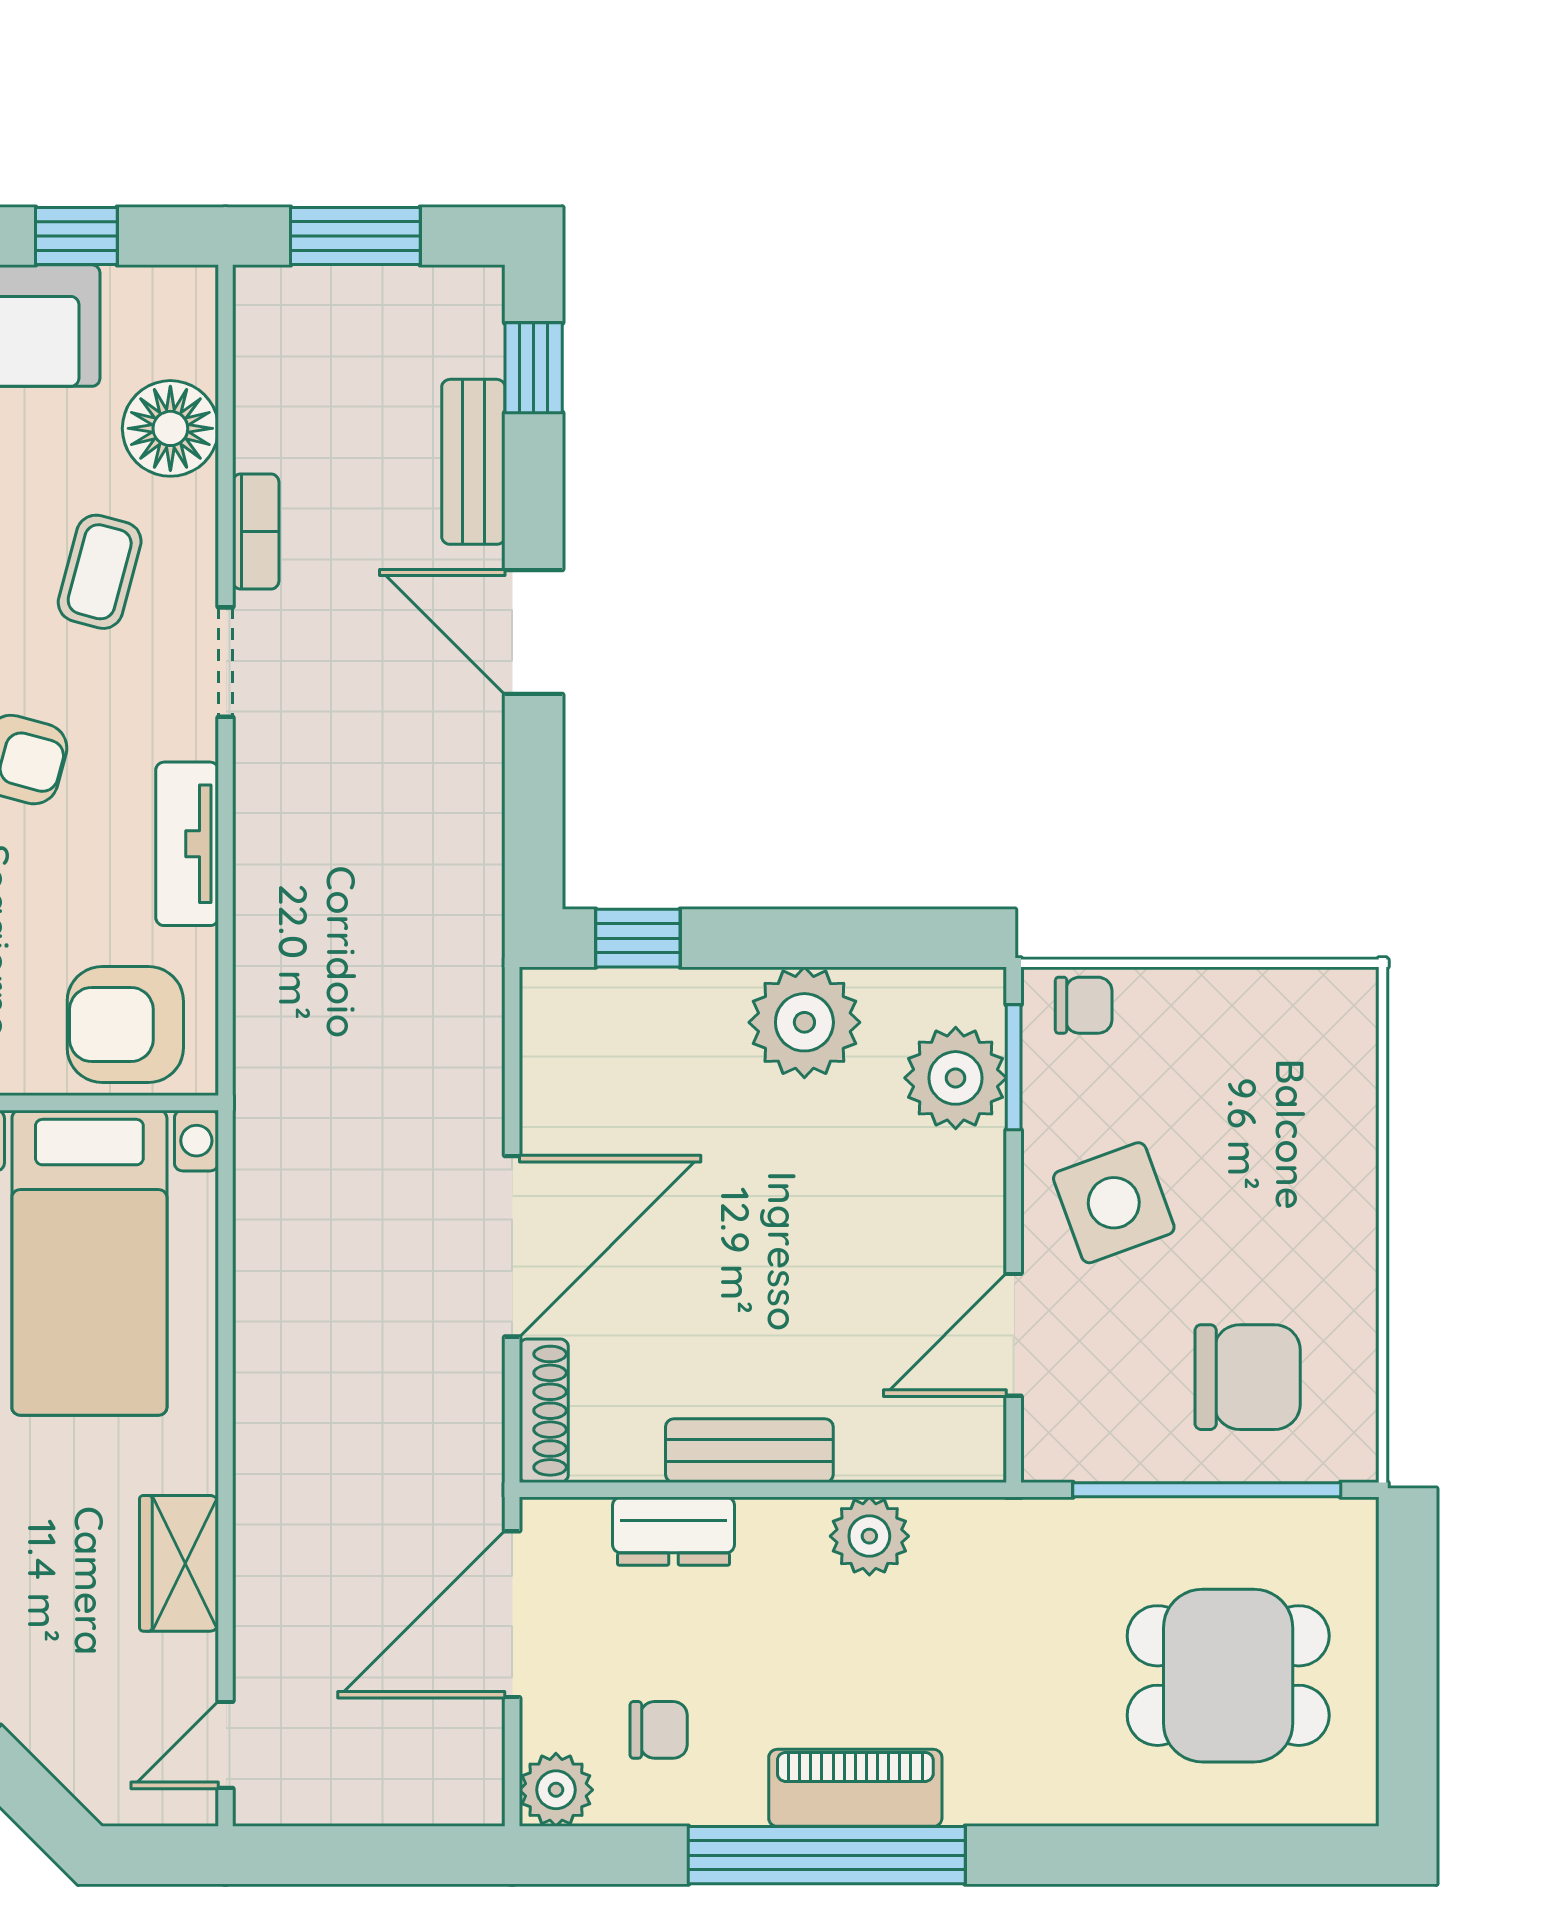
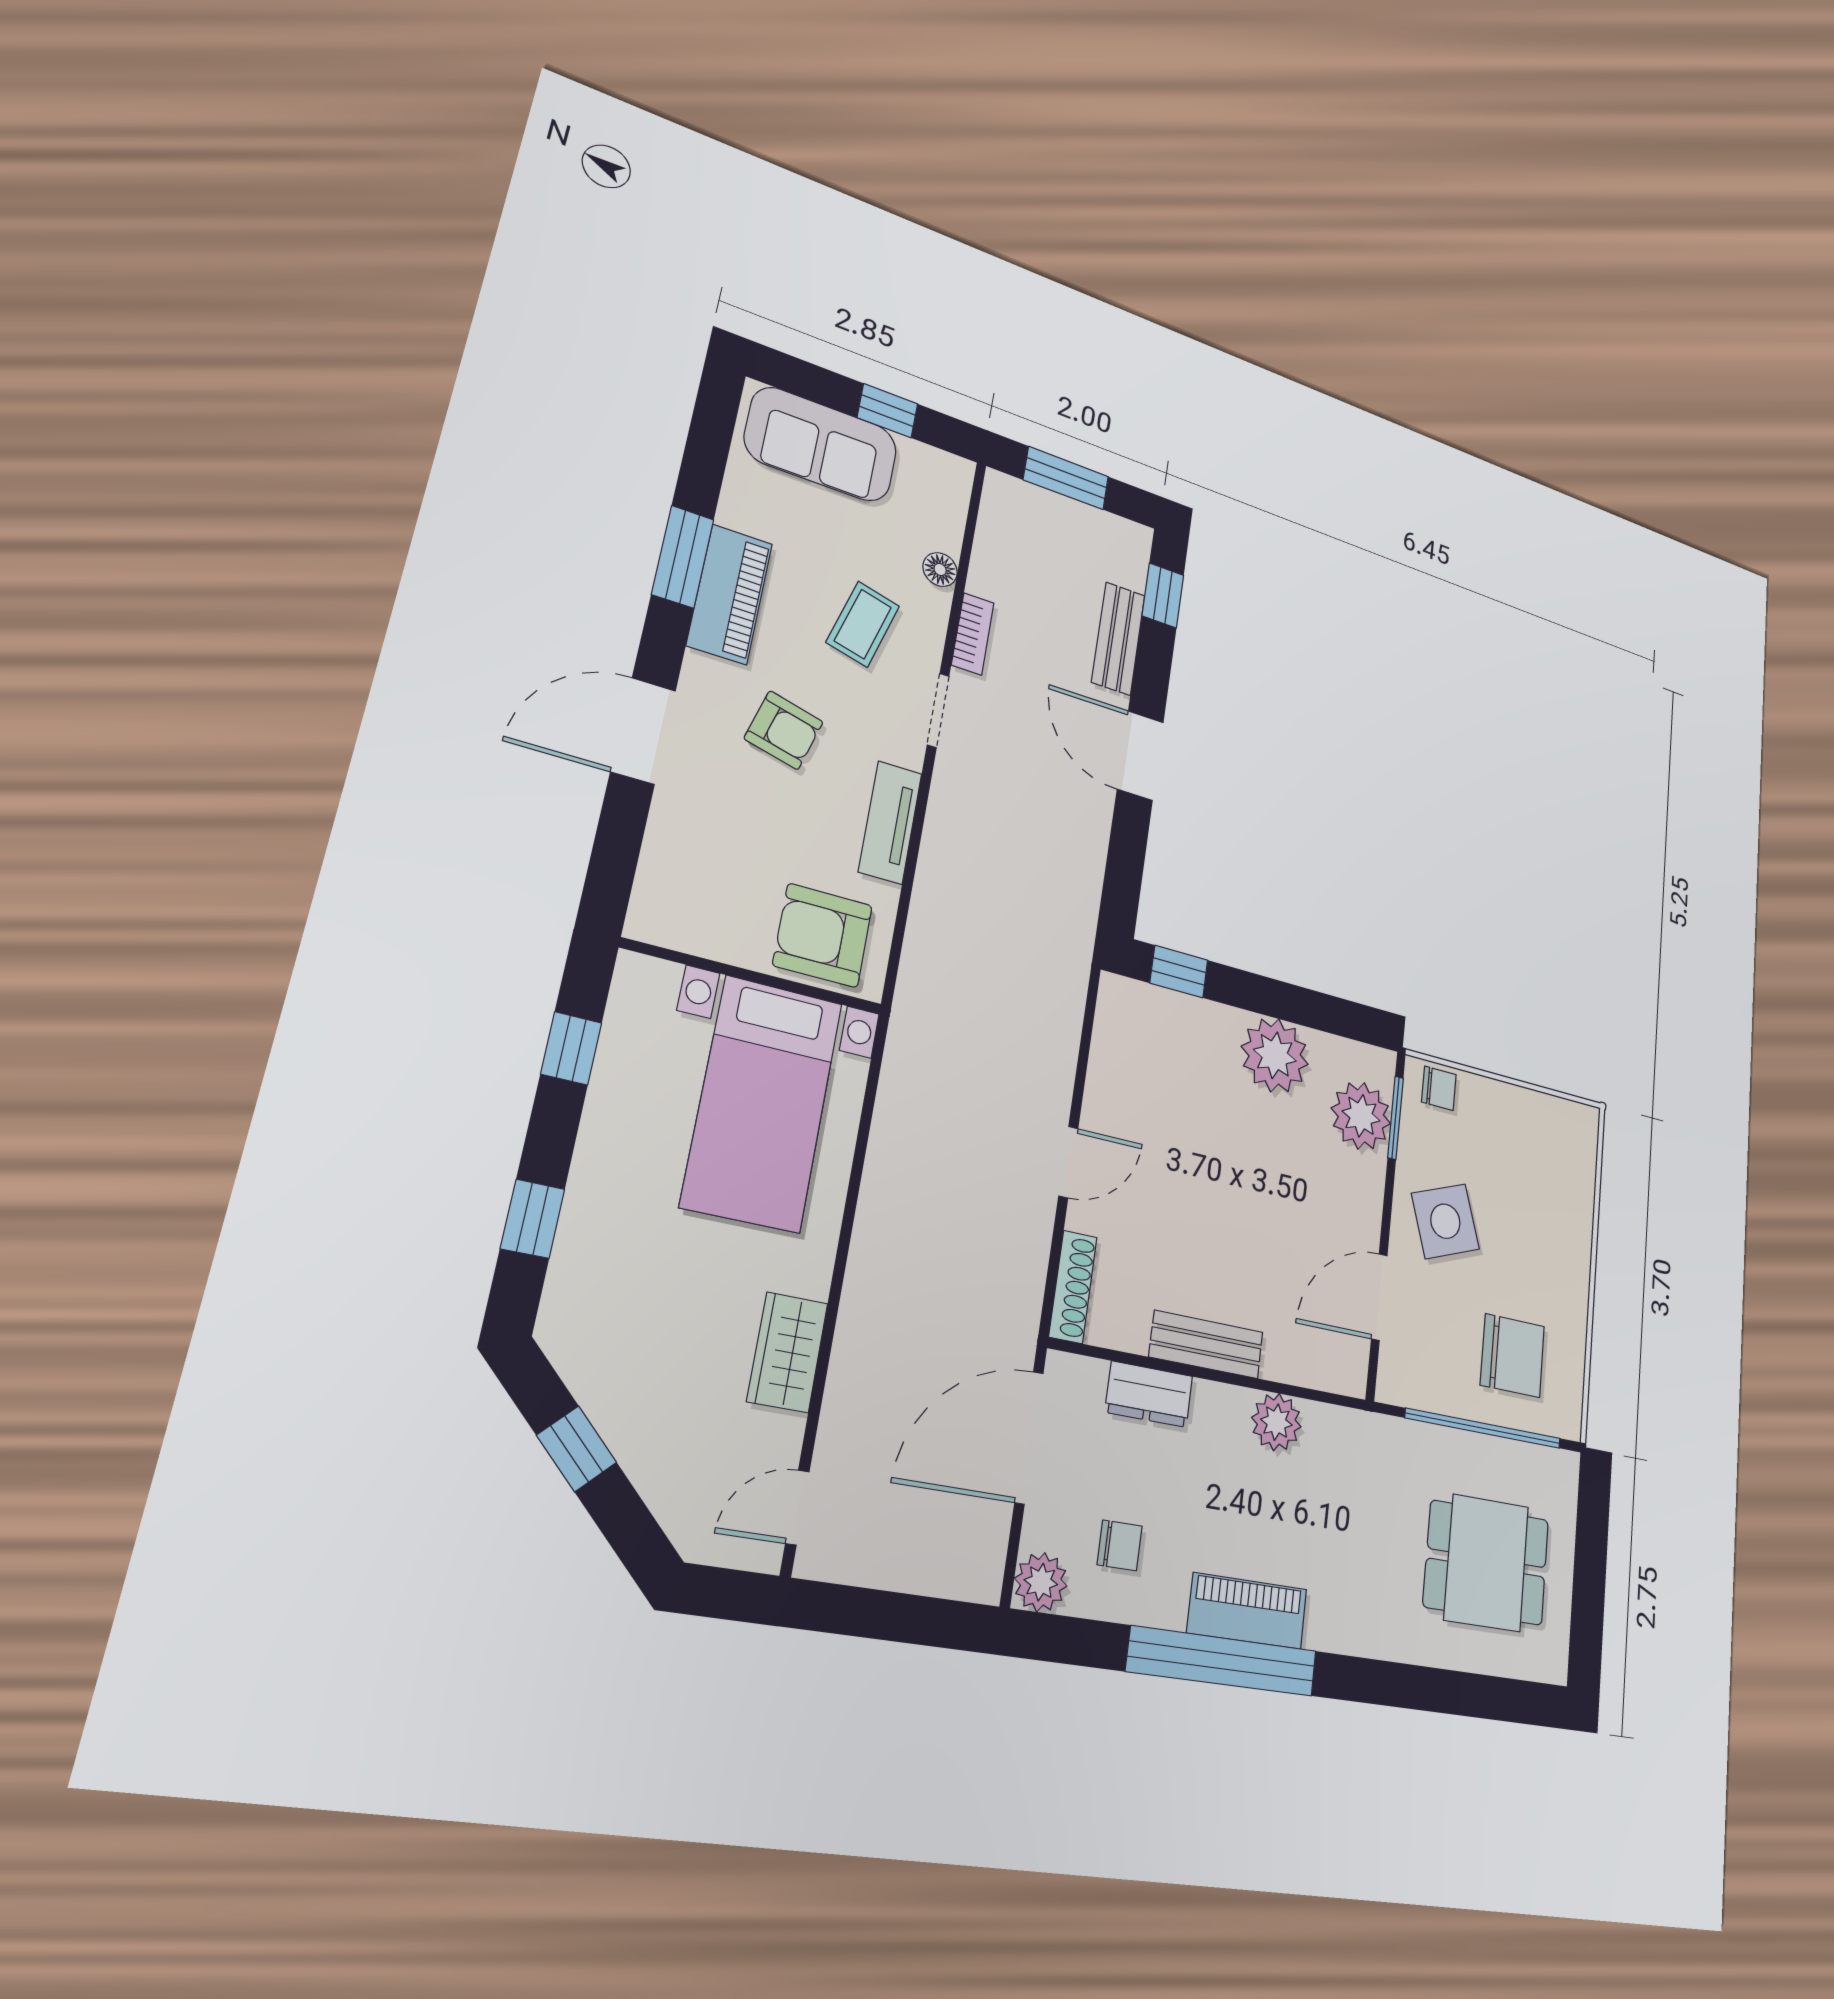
floor lamp: (170, 428) -> (940, 569), width x0.53, depth x0.53
door: (512, 1246) -> (1068, 1162), width x0.53

